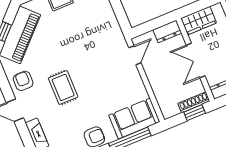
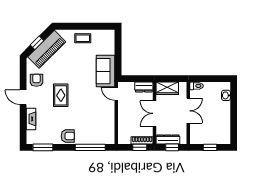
door: (135, 55) -> (116, 94), swing flipped
sofa: (134, 119) -> (106, 71), moved, turned -90

